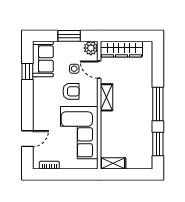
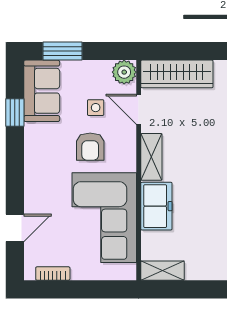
window: (69, 36) -> (63, 51), moved
armchair: (71, 91) -> (90, 147), turned 90
freezer: (110, 126) -> (156, 206), added

